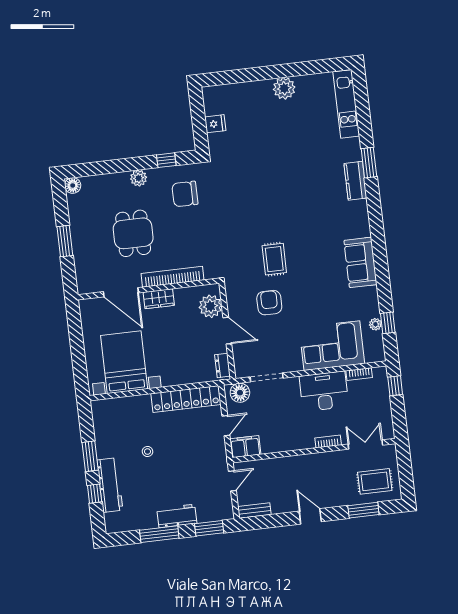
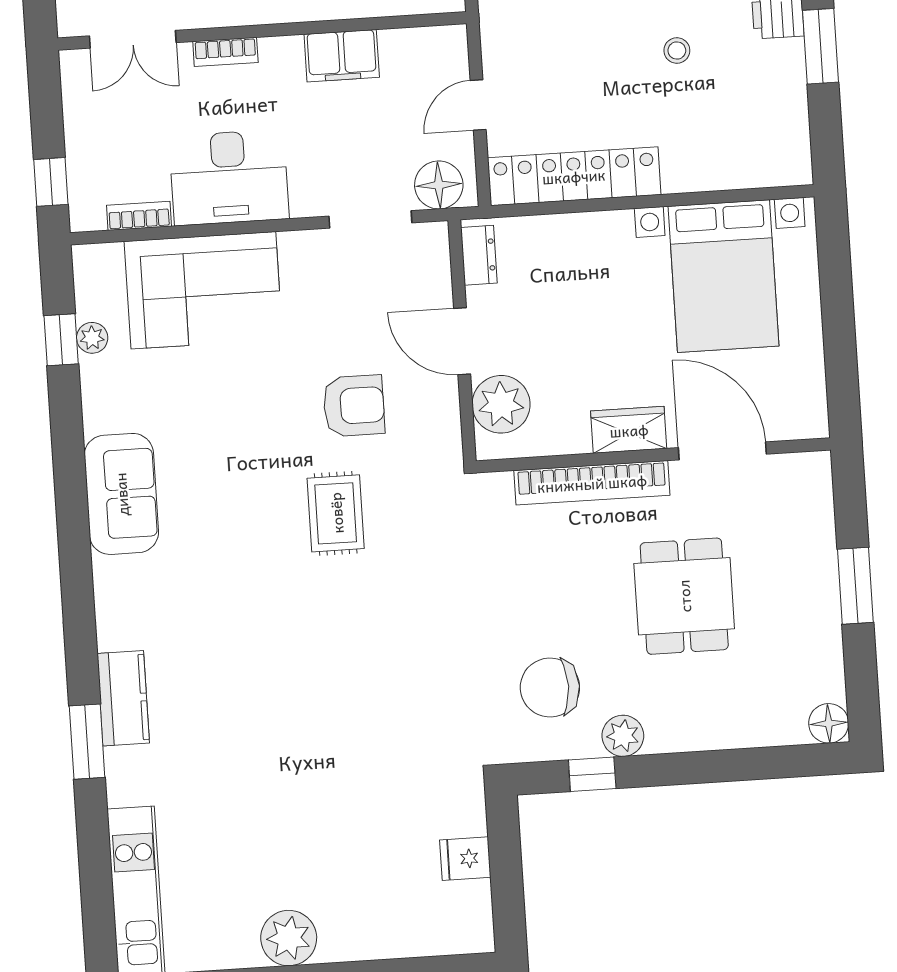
plant: (139, 178) -> (623, 736), moved
chair: (185, 194) -> (550, 688), turned 180
armchair: (269, 303) -> (354, 406), turned -90
filing cabinet: (245, 447) -> (342, 56), moved

